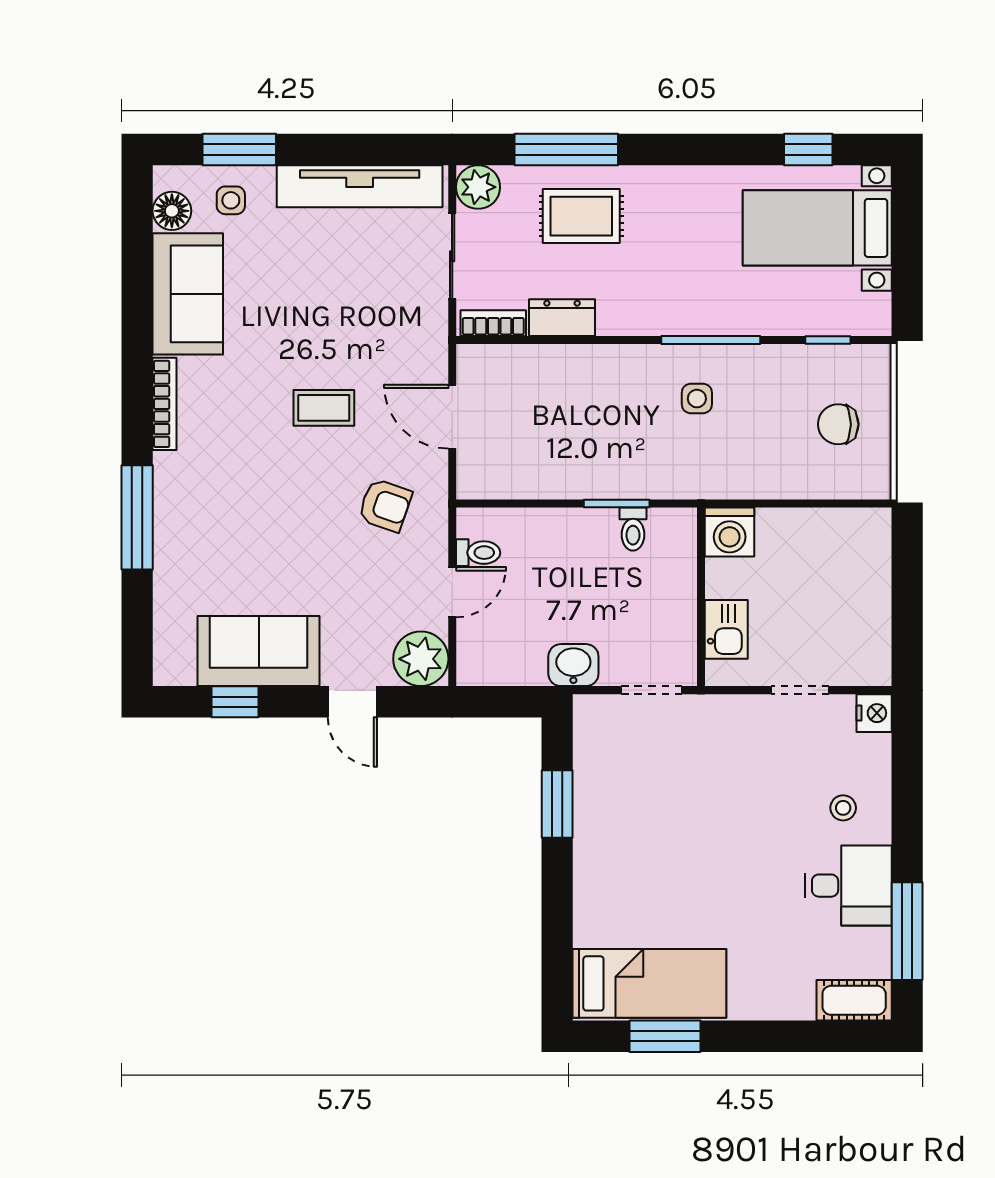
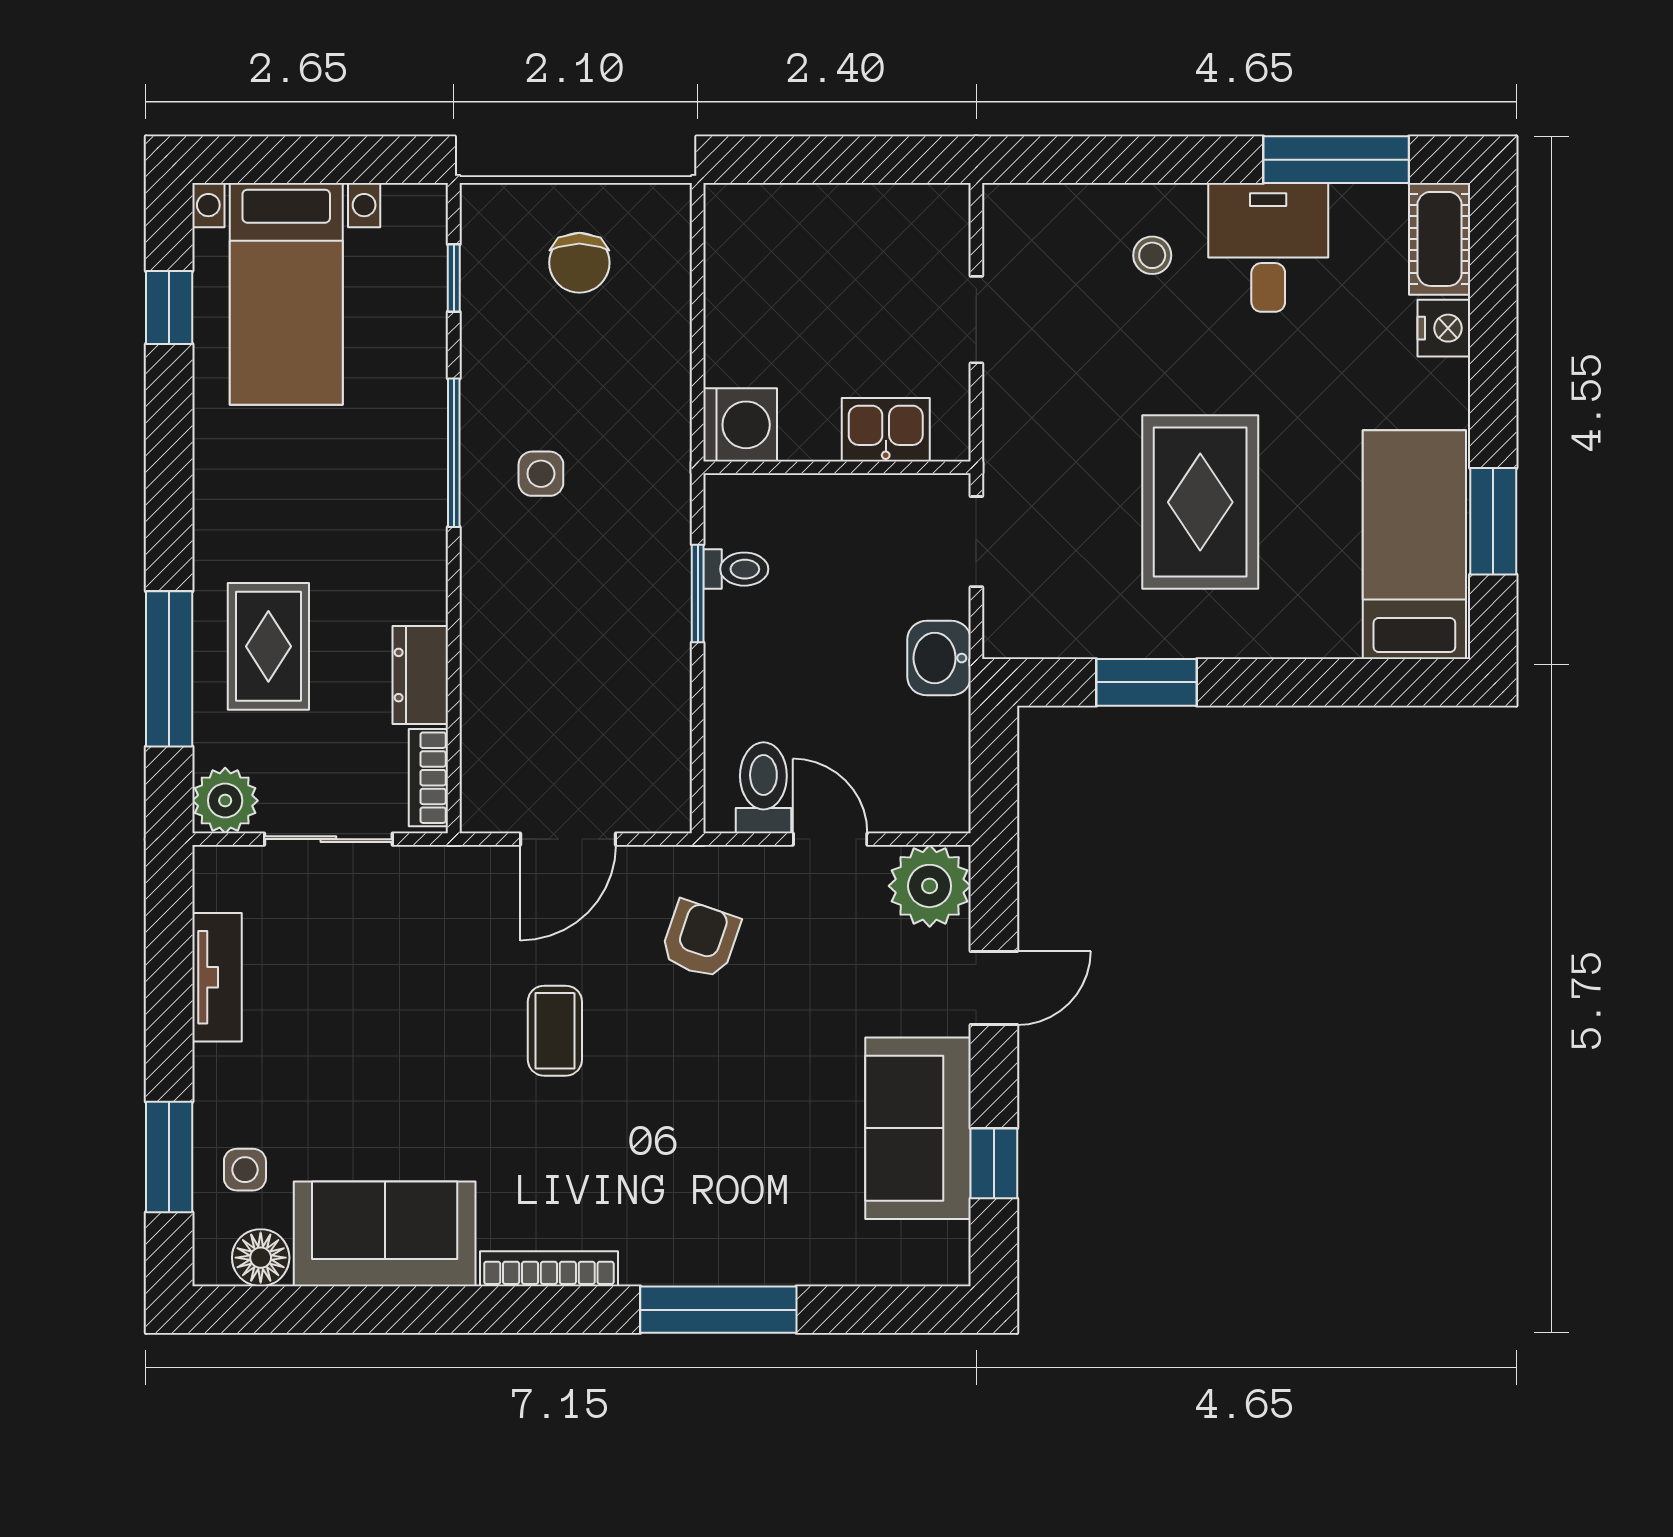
tv unit: (360, 186) -> (217, 977), width x0.52, depth x0.78
toilet: (478, 553) -> (763, 788), width x1.37, depth x1.39
nightstand: (874, 713) -> (1444, 328), moved, turned 90
rug: (678, 840) -> (1200, 502), added

